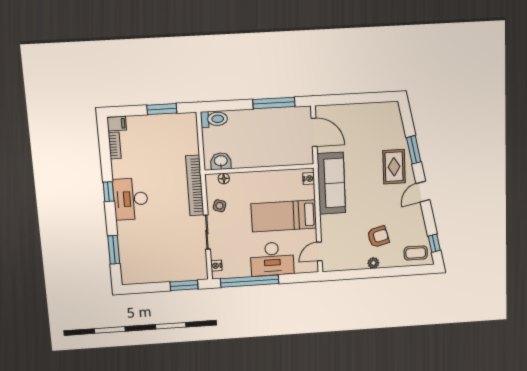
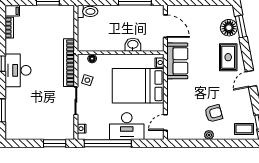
floor lamp: (394, 130) -> (229, 28), added
window: (414, 150) -> (241, 26), moved
washbasin: (221, 161) -> (133, 45), moved
sofa: (331, 183) -> (177, 61), width x0.73
bed: (284, 216) -> (138, 86), width x1.50

